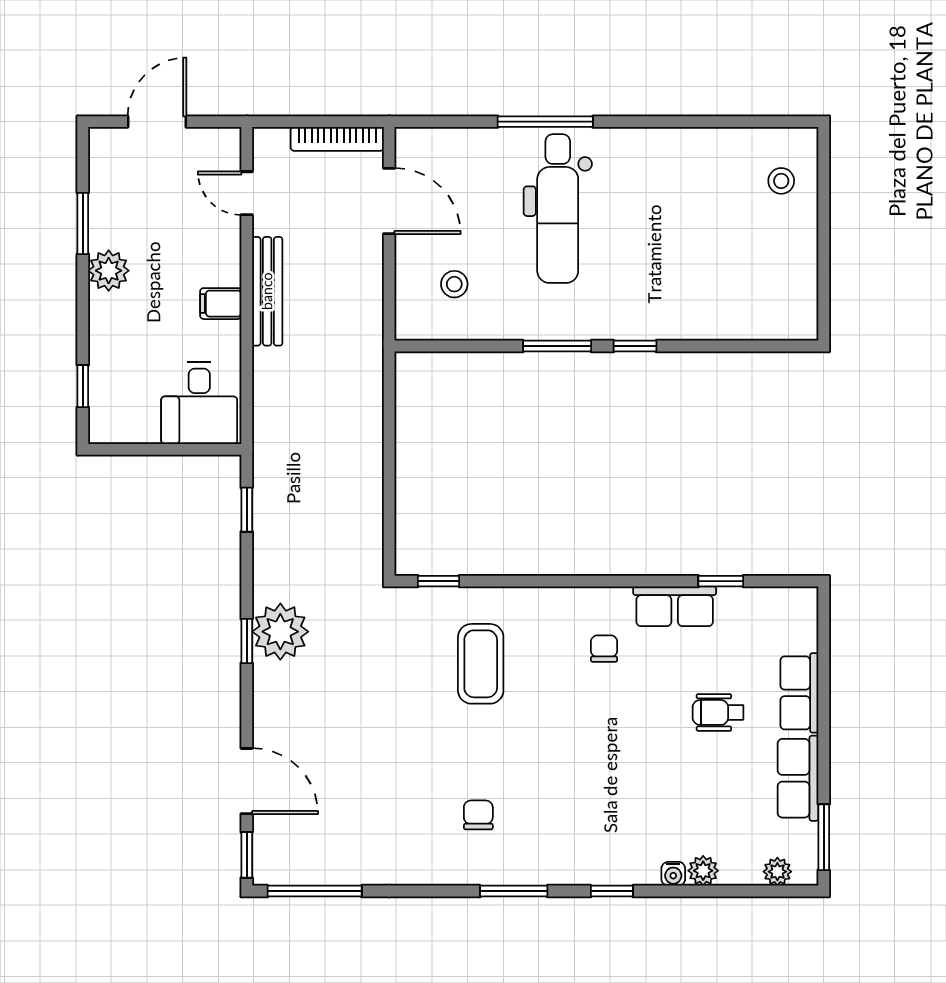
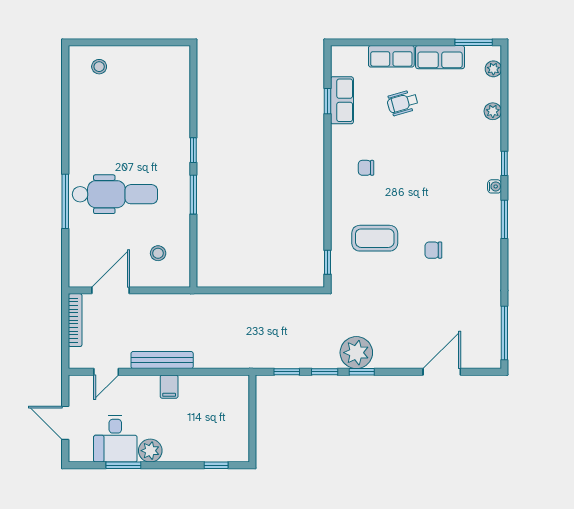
desk: (199, 403) -> (115, 439), moved, turned 90
row of seats: (675, 606) -> (342, 100), moved
wheelchair: (718, 712) -> (402, 103), turned 74
chair: (478, 815) -> (433, 250), moved
window: (247, 855) -> (325, 372), moved
water cooler: (673, 874) -> (495, 186), moved

